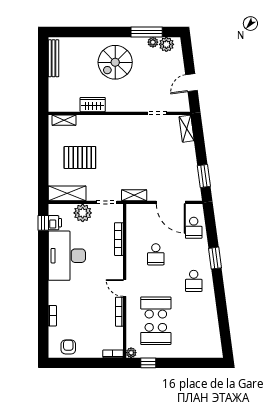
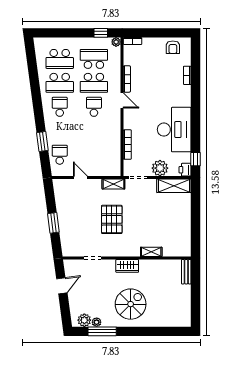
bench: (53, 58) -> (186, 272), moved, width x0.73
wardrobe: (93, 105) -> (127, 266), moved
shelving: (64, 120) -> (151, 252), moved
shelving: (187, 129) -> (66, 244), removed
pallet: (80, 158) -> (112, 219), moved, turned 90
window: (204, 176) -> (53, 223), moved
door: (171, 202) -> (80, 178), width x0.53
printer: (55, 223) -> (185, 170), moved
school desk: (156, 254) -> (94, 107), moved
window: (215, 258) -> (42, 142), moved
school desk: (194, 307) -> (60, 83), added
school desk: (194, 334) -> (60, 59), added

